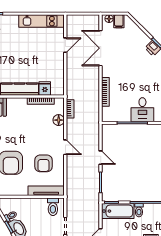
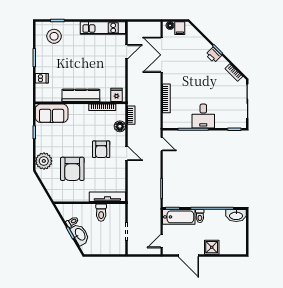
fridge: (45, 89) -> (116, 95), moved
door: (101, 158) -> (162, 144), moved
armchair: (44, 163) -> (101, 149), moved
toilet: (53, 207) -> (101, 213), moved

